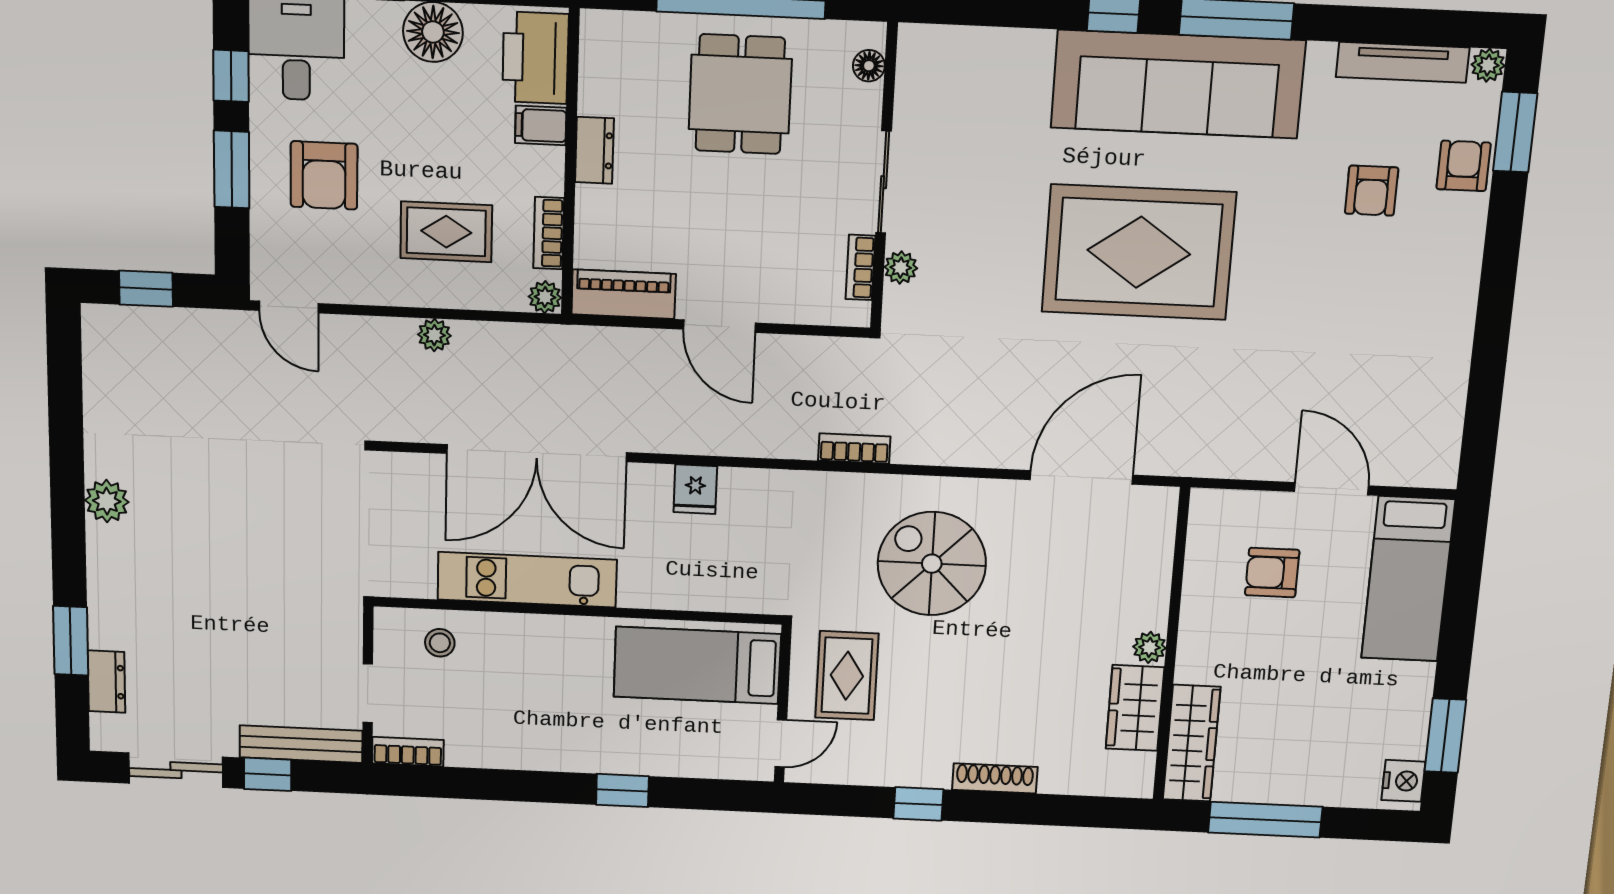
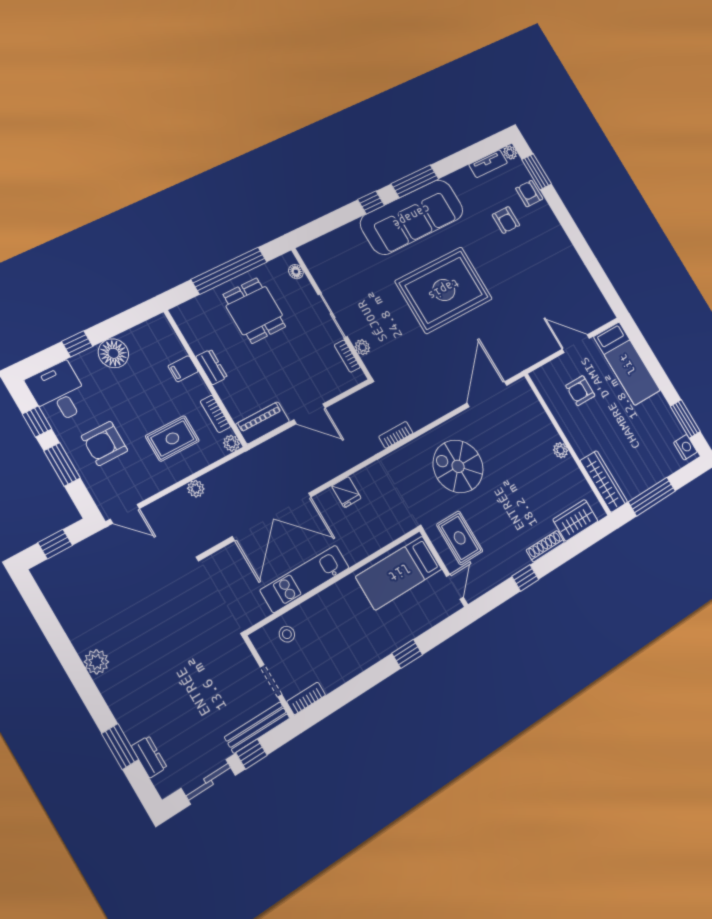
printer: (535, 58) -> (163, 341), removed
tv unit: (1403, 62) -> (488, 164), width x0.71
armchair: (324, 175) -> (105, 443), turned 90
wardrobe: (1135, 708) -> (575, 520), moved, turned 90

